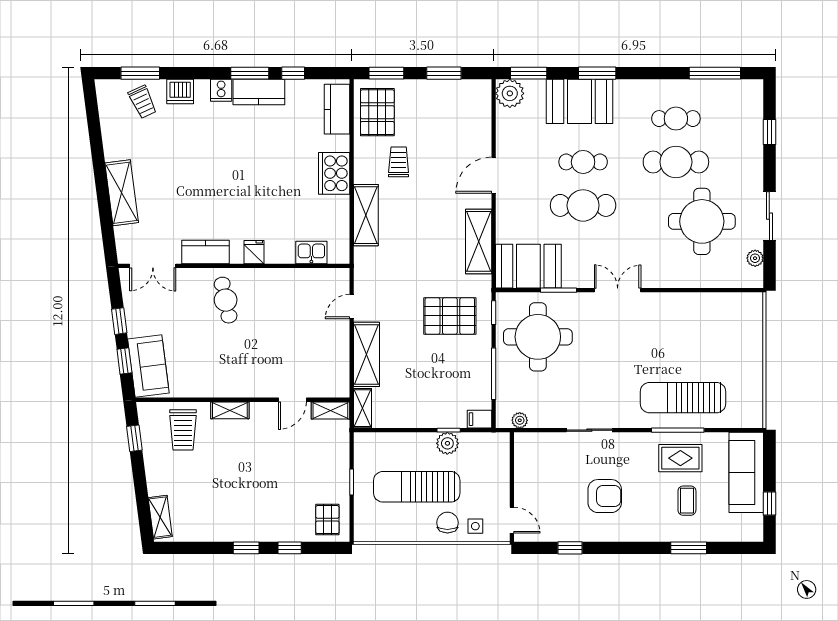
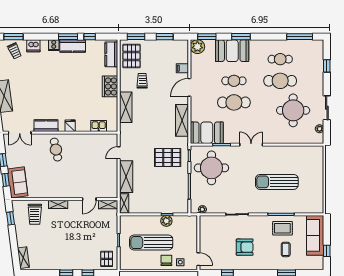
sun lounger: (683, 398) -> (277, 182), moved
filing cabinet: (479, 419) -> (182, 68), moved

